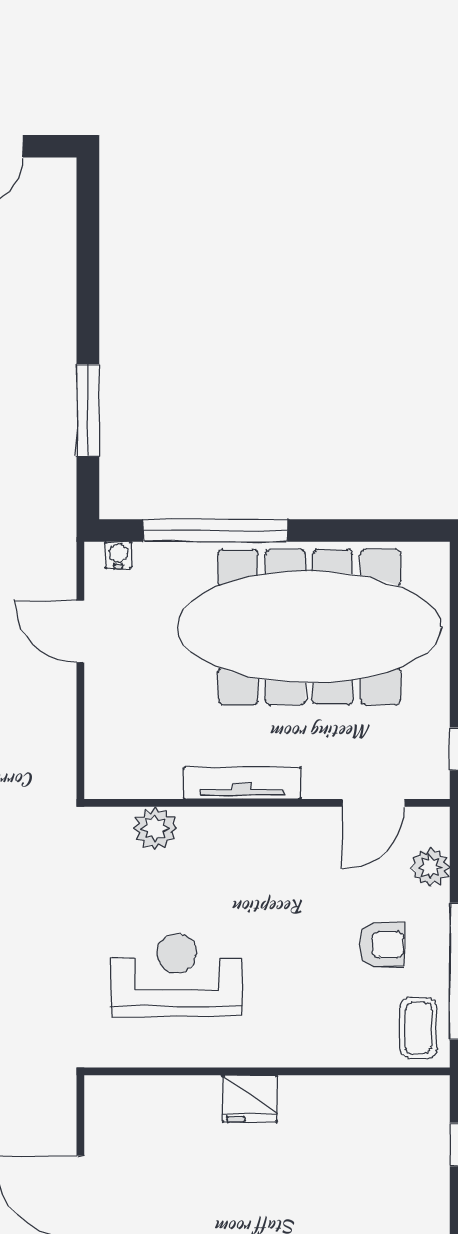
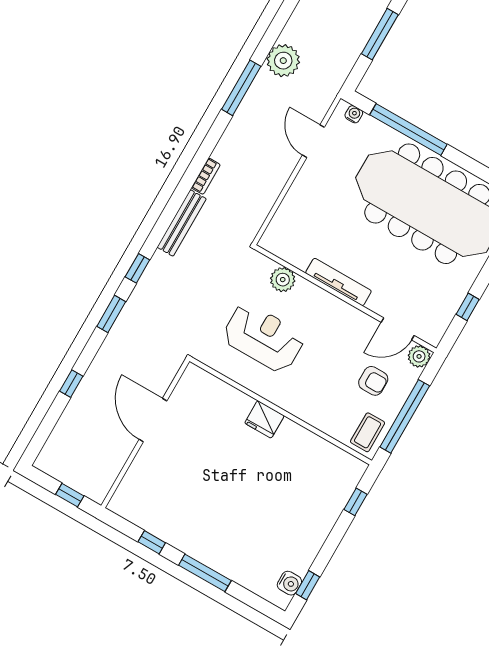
tv unit: (242, 783) -> (338, 282), moved
wall: (267, 803) -> (345, 299), moved
door: (374, 803) -> (398, 329), moved
plant: (155, 828) -> (283, 280), moved

